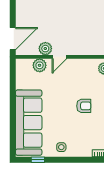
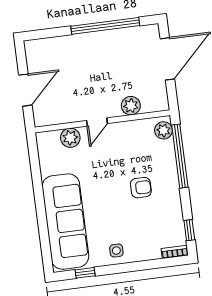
door: (13, 39) -> (25, 90), moved
plant: (45, 49) -> (131, 106), moved

